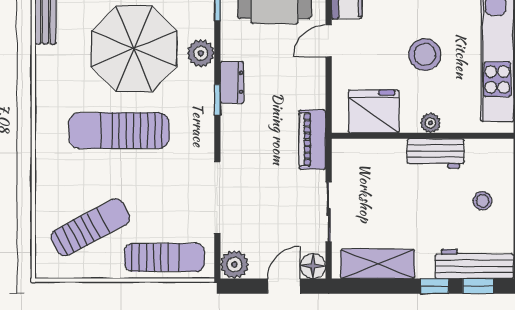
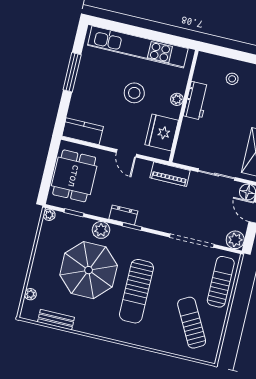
door: (329, 41) -> (126, 153), moved

